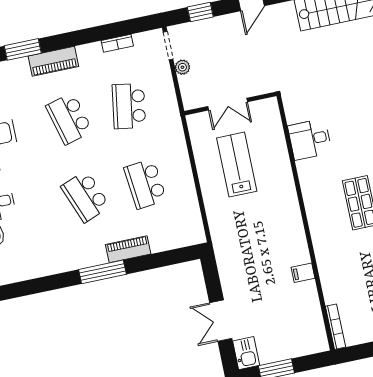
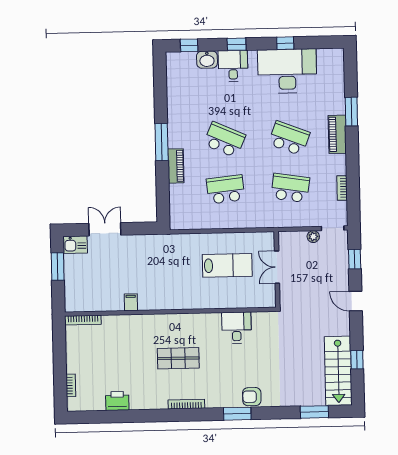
school desk: (69, 119) -> (289, 138), turned 36
school desk: (85, 196) -> (224, 140), turned 45

